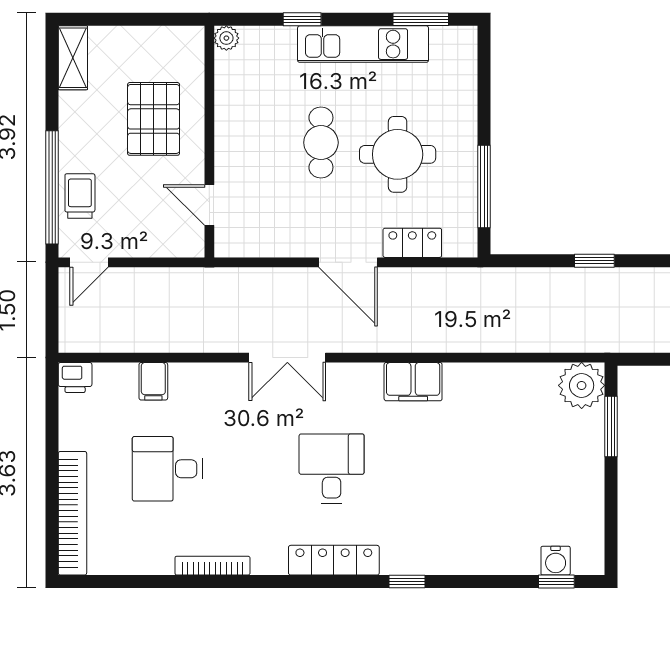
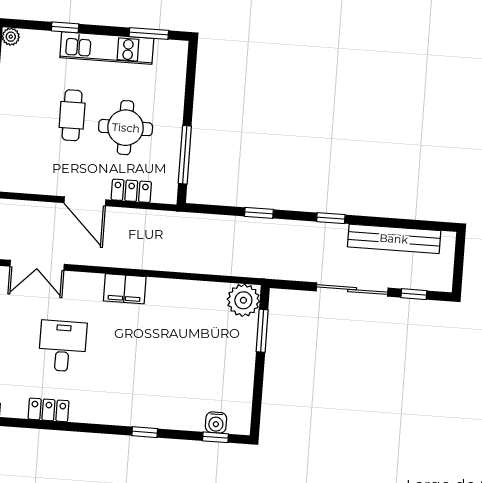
locker: (334, 560) -> (48, 410), width x0.66
window: (407, 582) -> (145, 432), moved

